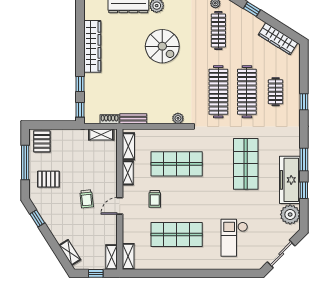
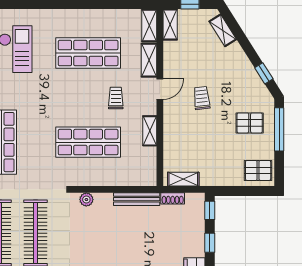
bench: (133, 119) -> (137, 199), width x1.36
pallet: (42, 141) -> (258, 170), turned 90
shelving: (128, 146) -> (149, 60), moved
window: (25, 162) -> (279, 129), moved

